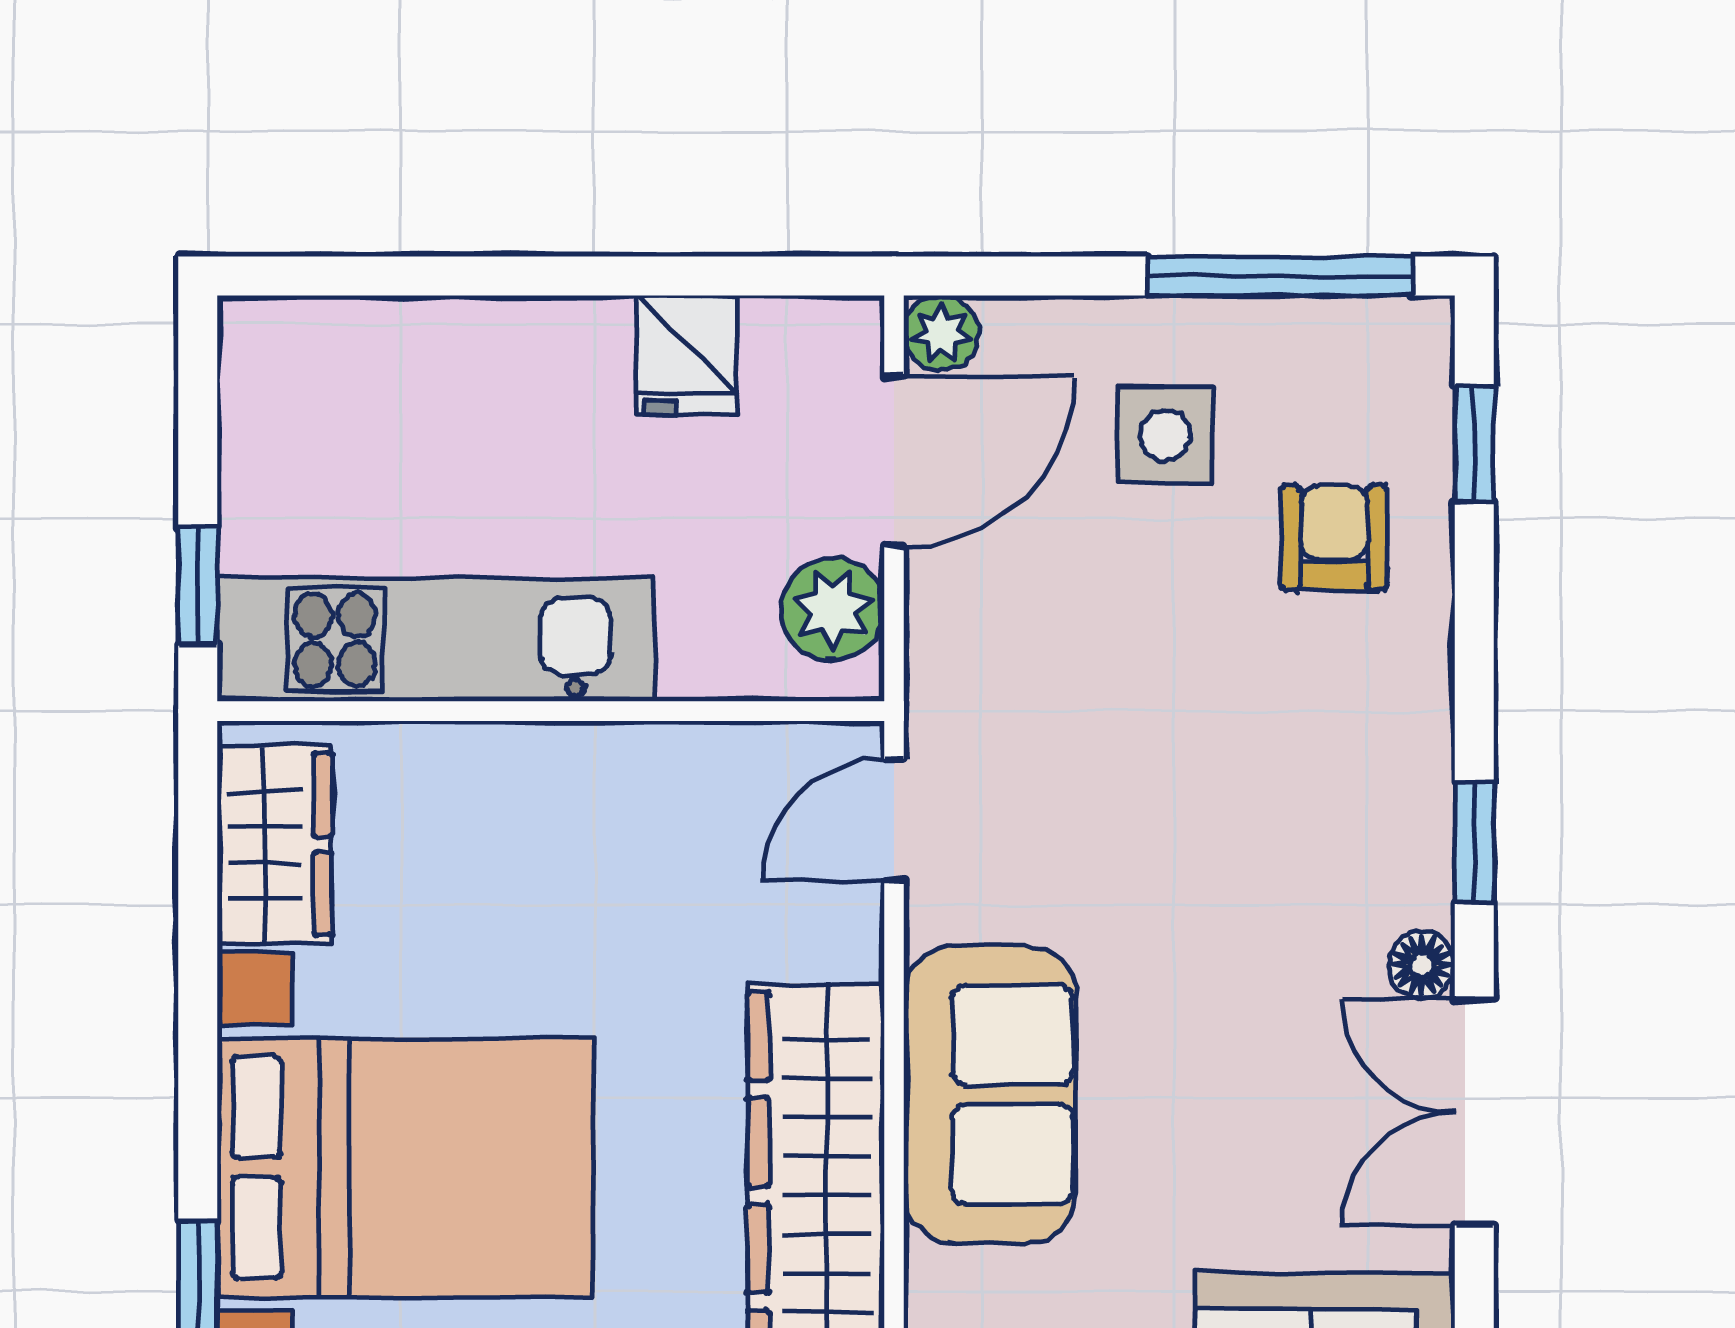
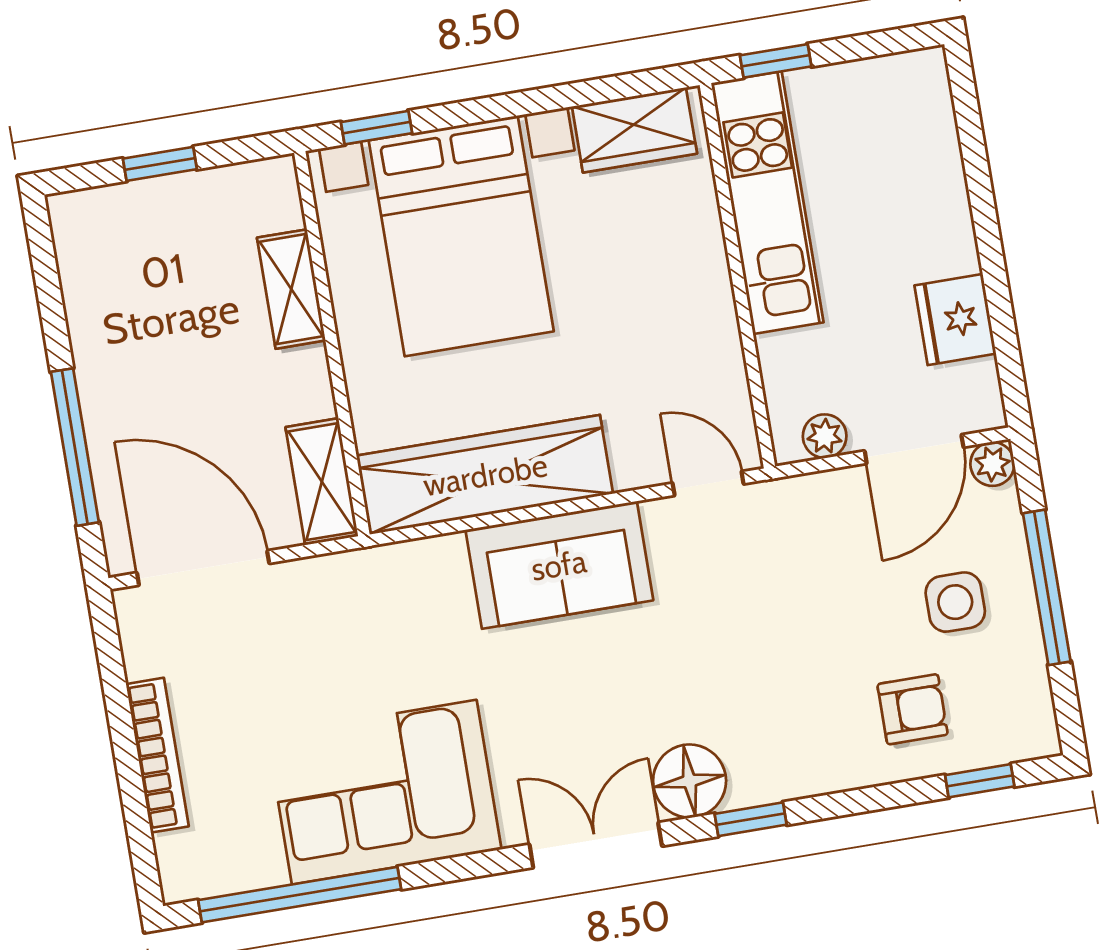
window: (1280, 276) -> (1047, 587), moved
fridge: (687, 355) -> (955, 320), width x1.38
door: (894, 461) -> (914, 449), hinge flipped
plant: (833, 609) -> (825, 436), width x0.73, depth x0.73
floor lamp: (1422, 965) -> (690, 781), width x1.89, depth x1.89

